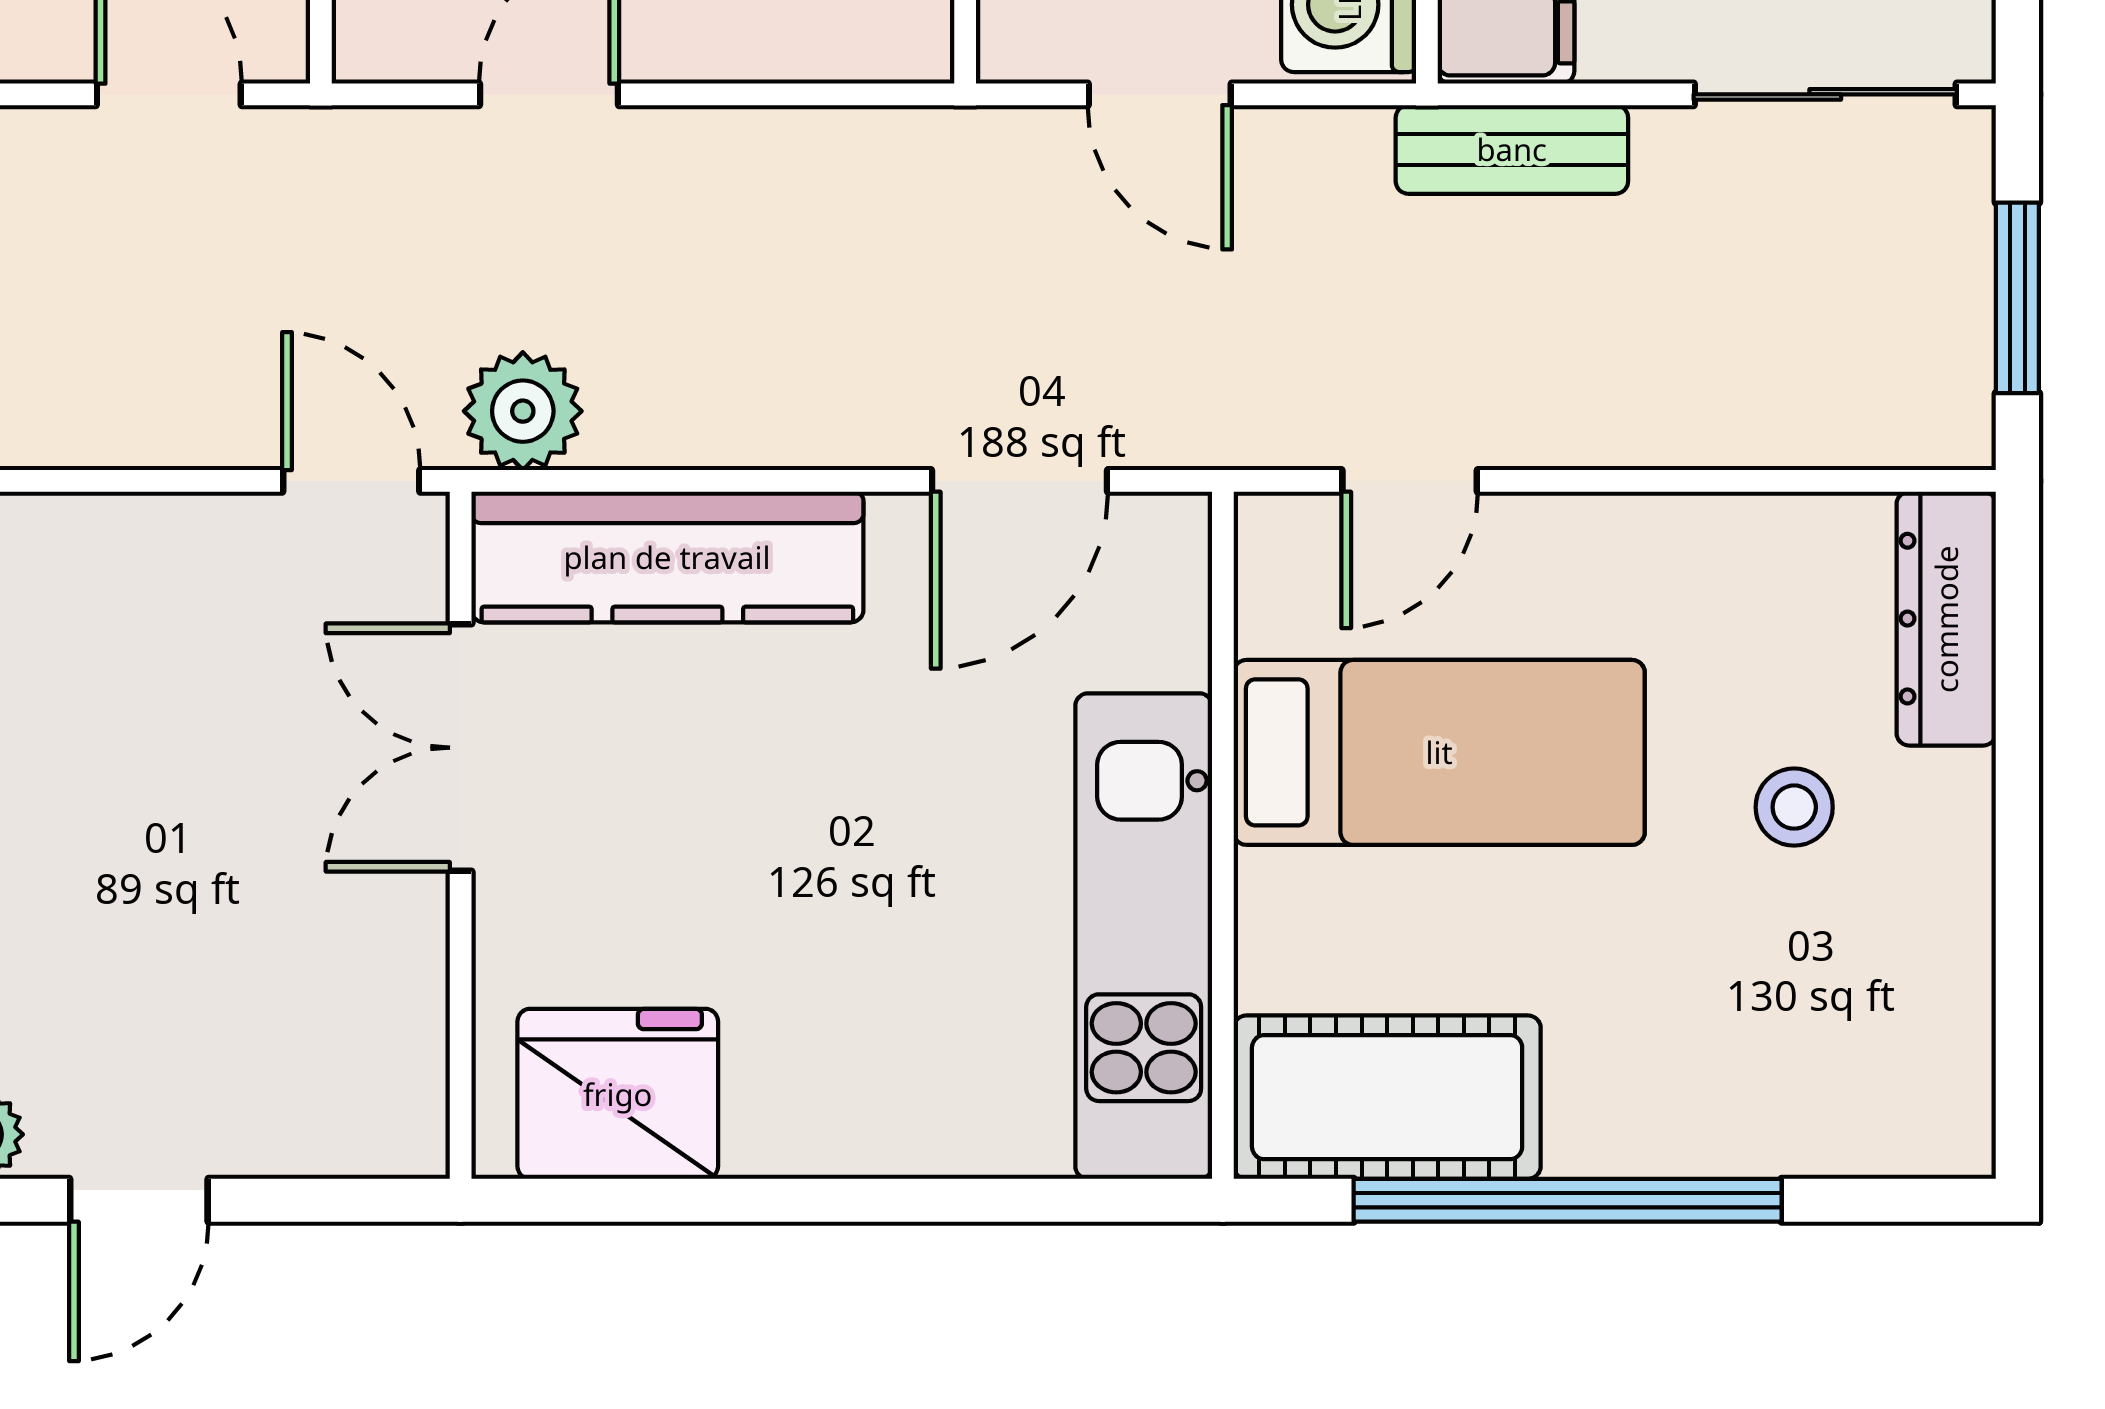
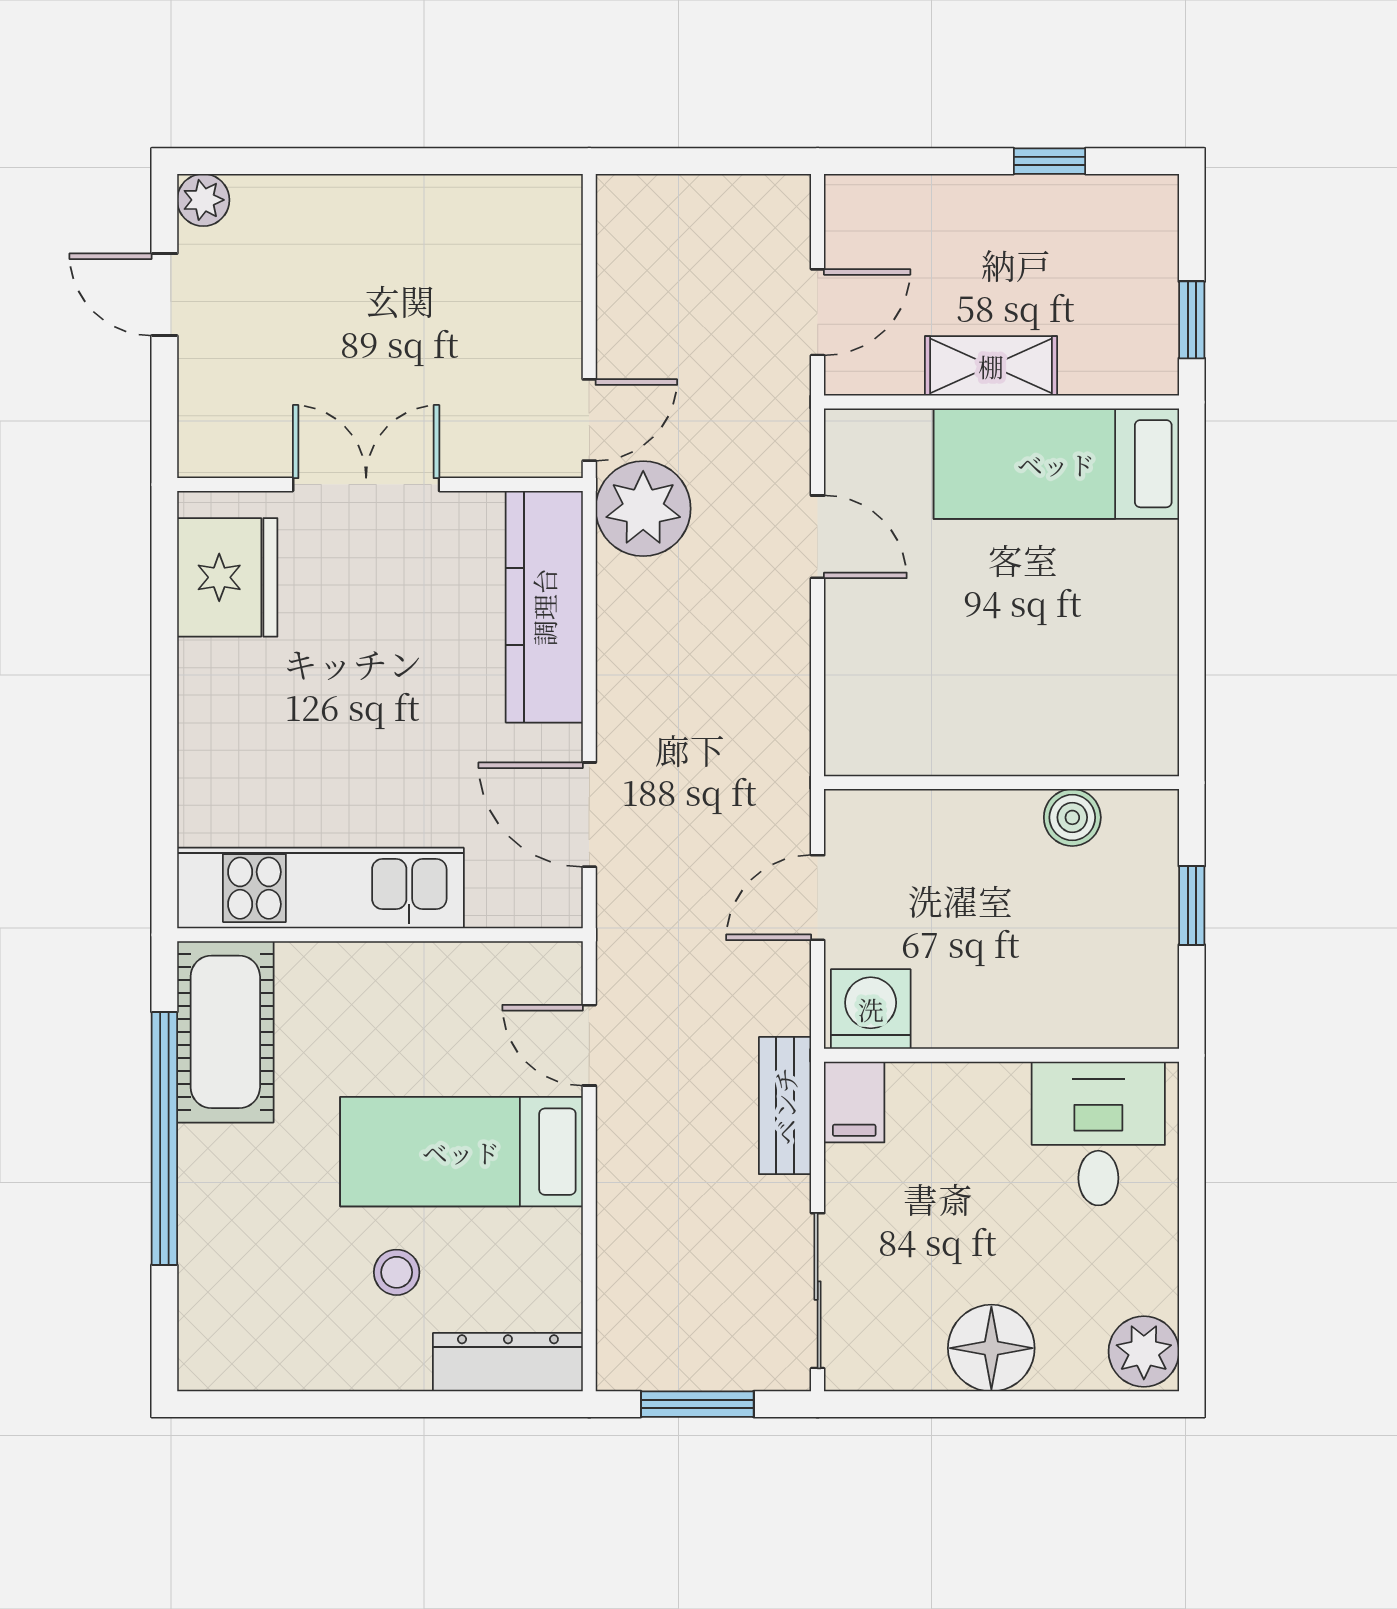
plant: (523, 411) -> (643, 509), width x1.36, depth x1.36
double door: (461, 748) -> (366, 485), moved
bed: (1439, 752) -> (461, 1152), moved, turned 90

